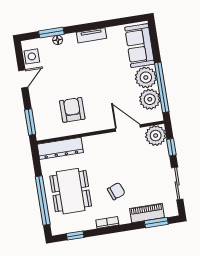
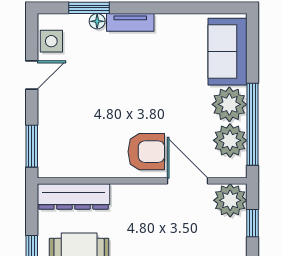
tv unit: (92, 35) -> (130, 22), moved
armchair: (72, 110) -> (146, 152), moved, turned 90

